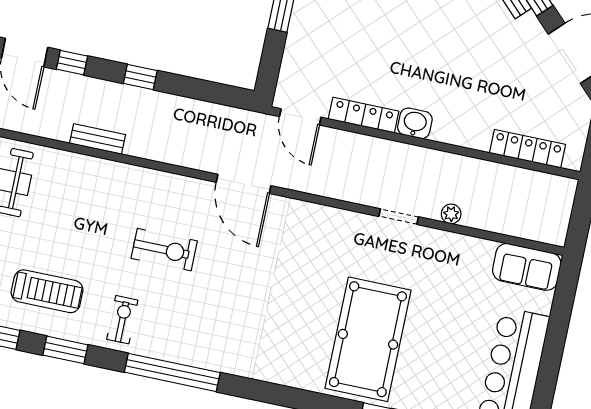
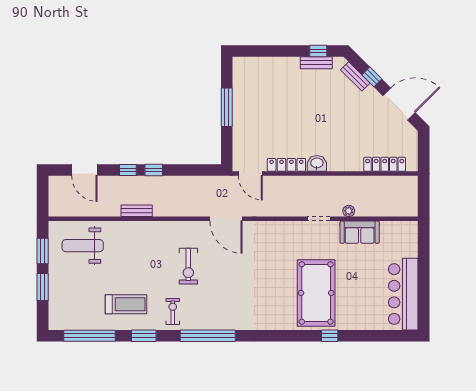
window: (72, 63) -> (128, 170), moved
exercise bike: (164, 250) -> (188, 266), turned 90
sofa: (527, 267) -> (360, 232), moved

